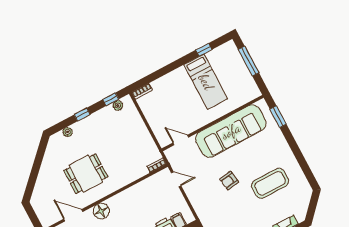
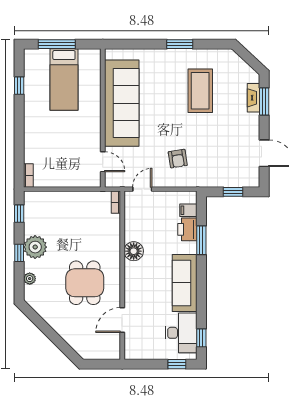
bed: (206, 82) -> (64, 79), moved, turned 90
plant: (118, 105) -> (35, 247), moved, width x1.88, depth x1.88
window: (278, 117) -> (180, 44), moved
door: (181, 140) -> (103, 162), swing flipped
armchair: (229, 181) -> (178, 159), moved
floor lamp: (101, 211) -> (134, 251), moved

